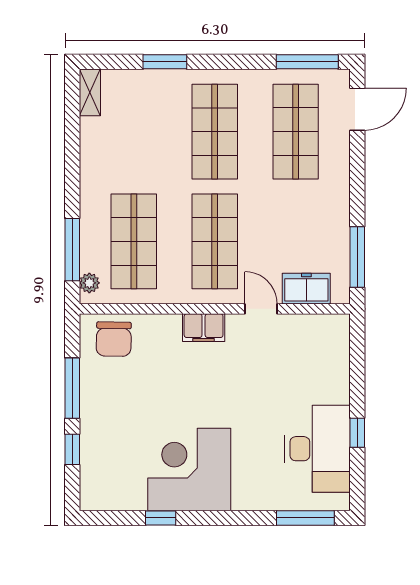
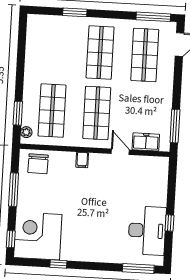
shelving: (90, 92) -> (32, 27), removed
window: (72, 250) -> (18, 113), width x0.69
filing cabinet: (204, 328) -> (82, 160), width x0.50
window: (72, 449) -> (11, 239), moved
corner desk: (189, 469) -> (38, 236), moved

